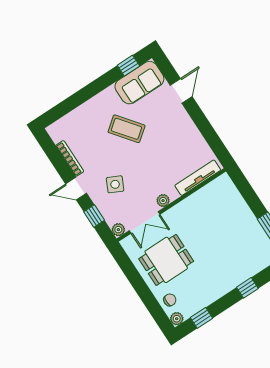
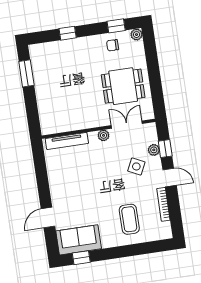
coffee table: (127, 129) -> (129, 219), moved, turned 38
plant: (118, 230) -> (154, 150), moved
chair: (170, 300) -> (113, 45), moved

